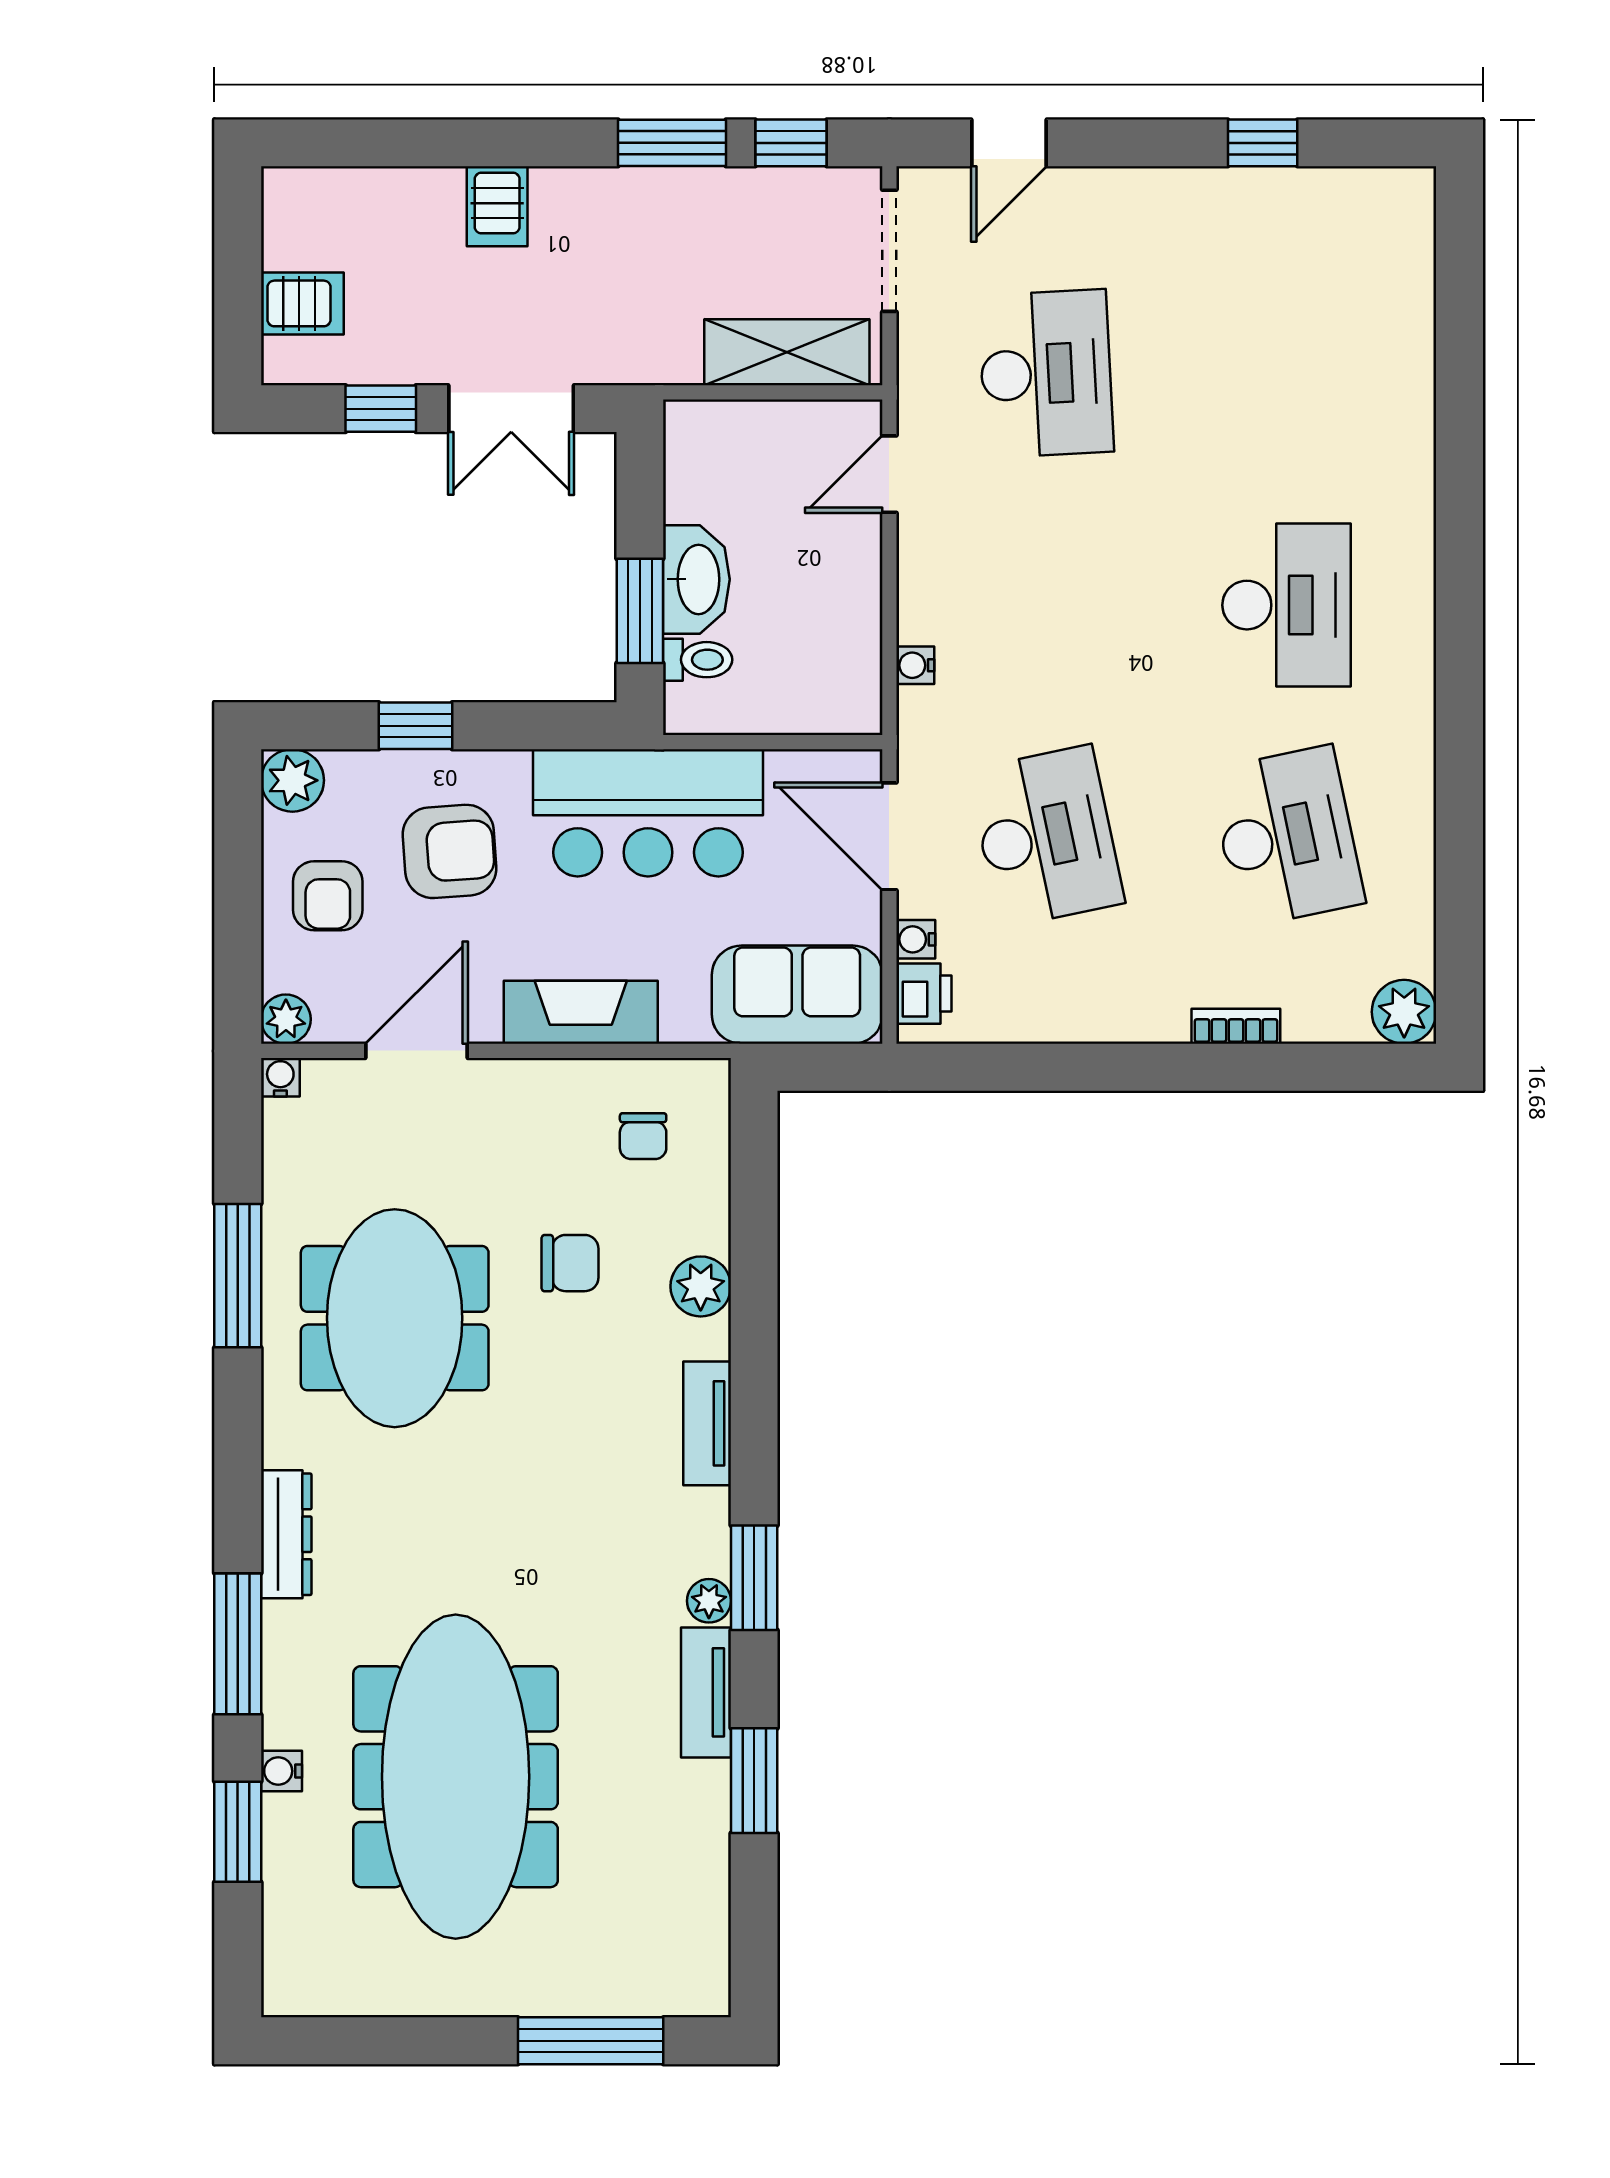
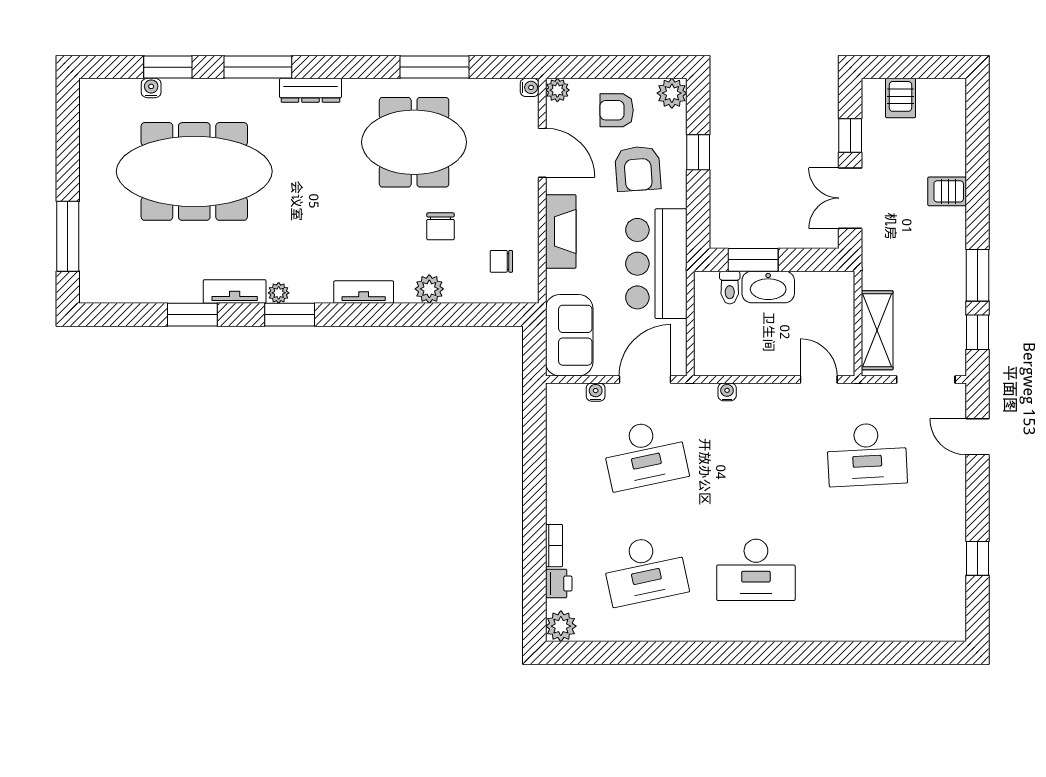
printer: (924, 994) -> (559, 583), moved, turned -90
water cooler: (281, 1771) -> (151, 88), moved

